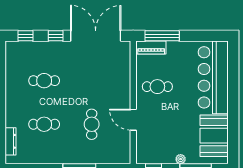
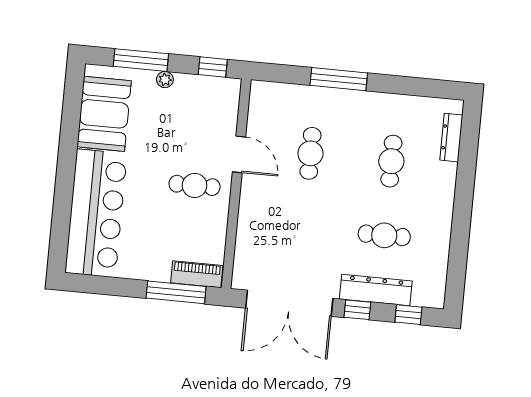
dresser: (46, 48) -> (376, 290), added
cafe table: (157, 87) -> (195, 185), moved
cafe table: (44, 124) -> (391, 161), turned 90

